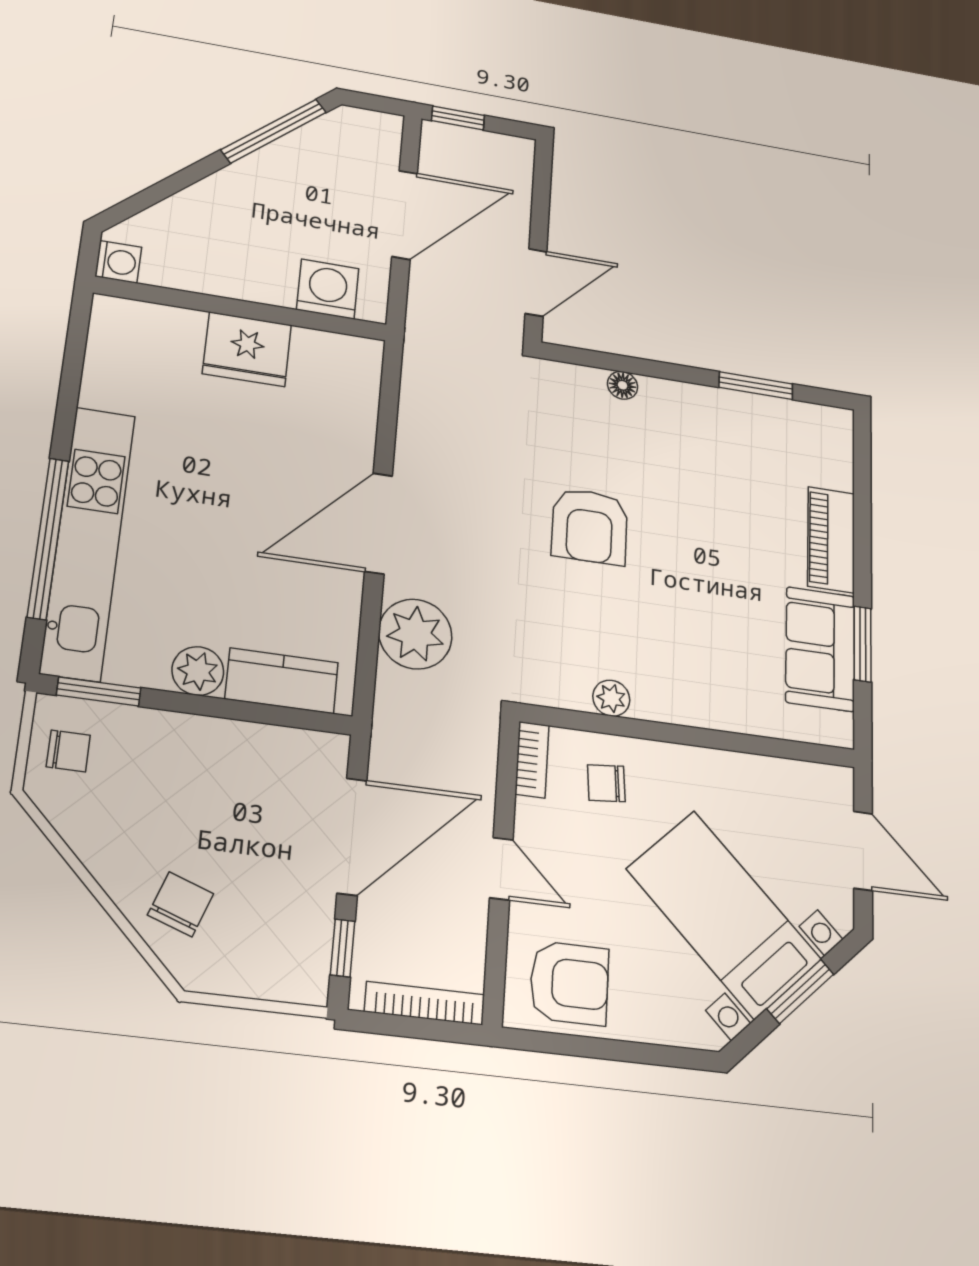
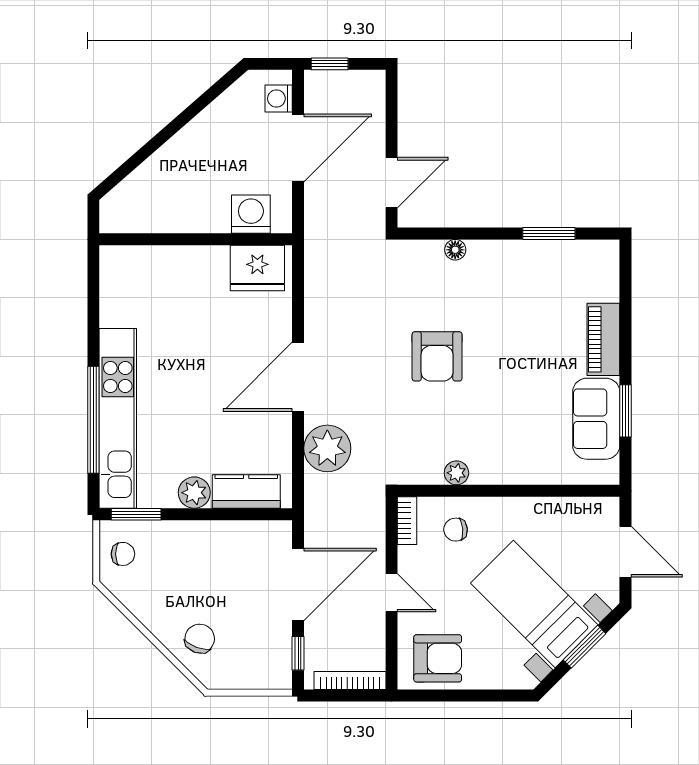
window: (274, 131) -> (204, 101), removed
washing machine: (118, 262) -> (279, 99), moved, turned 180
fridge: (247, 349) -> (257, 268), moved

